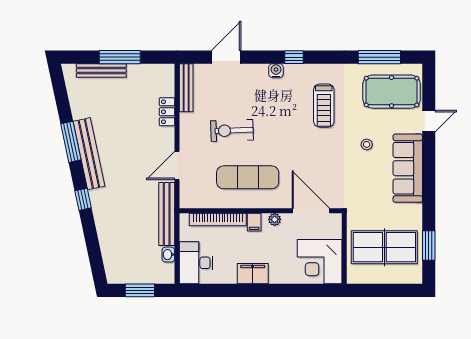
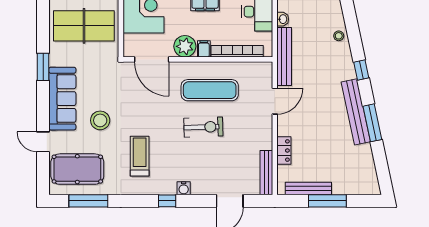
bench: (101, 70) -> (308, 188), moved
door: (429, 121) -> (43, 142), hinge flipped
exercise bike: (232, 130) -> (203, 127), moved
stool: (367, 144) -> (100, 120), width x1.89, depth x1.89
plant: (275, 219) -> (185, 46), width x1.88, depth x1.88
stool: (107, 236) -> (339, 36), added
window: (429, 246) -> (43, 67), moved

